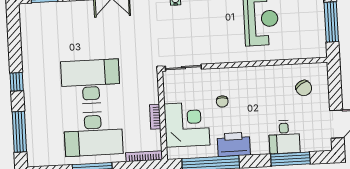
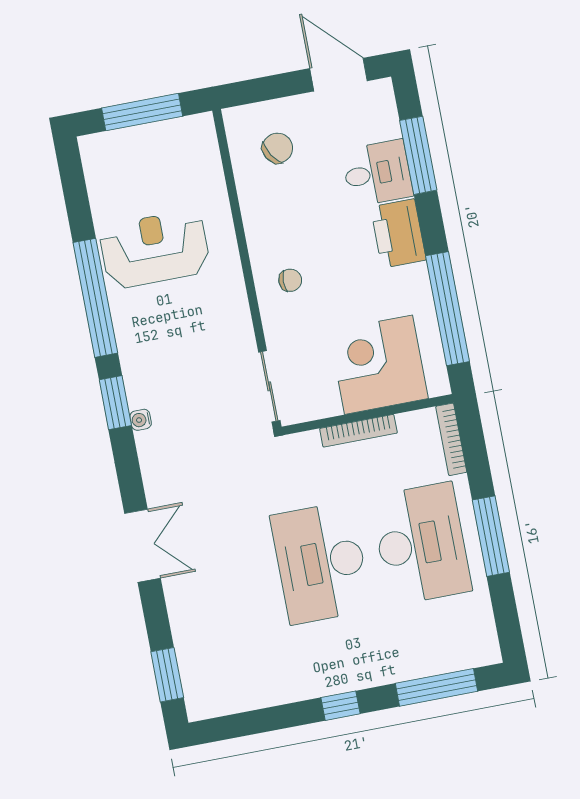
chair: (222, 102) -> (290, 280), moved
bookcase: (155, 117) -> (358, 431), width x1.56
printer: (234, 144) -> (398, 233), moved

